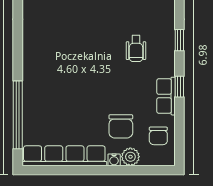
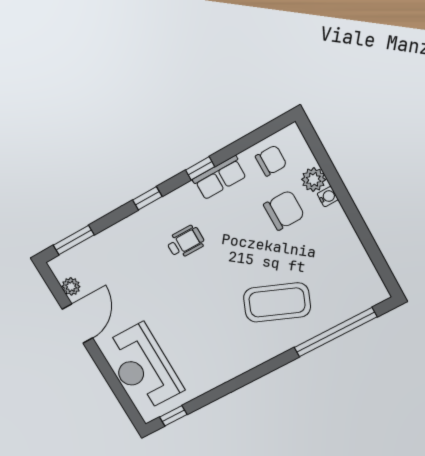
coffee table: (60, 87) -> (277, 302), added
row of seats: (64, 156) -> (354, 256), removed

